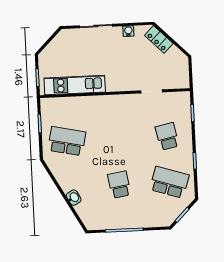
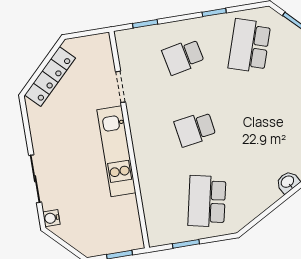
water cooler: (128, 31) -> (51, 218), moved
locker: (159, 39) -> (50, 77), width x1.53
kitchen unit: (75, 85) -> (116, 151), moved
school desk: (119, 185) -> (195, 129), moved

